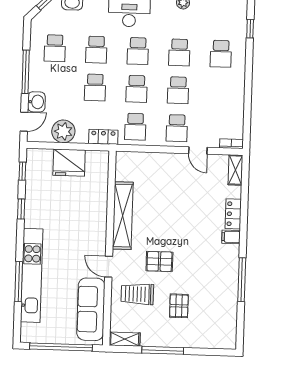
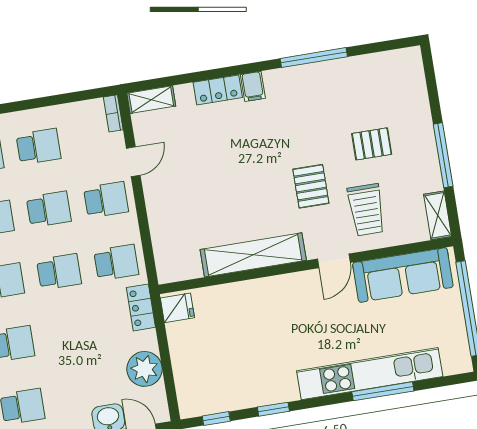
school desk: (95, 87) -> (39, 147), moved
fridge: (69, 163) -> (177, 308), moved, width x0.53, depth x0.75

